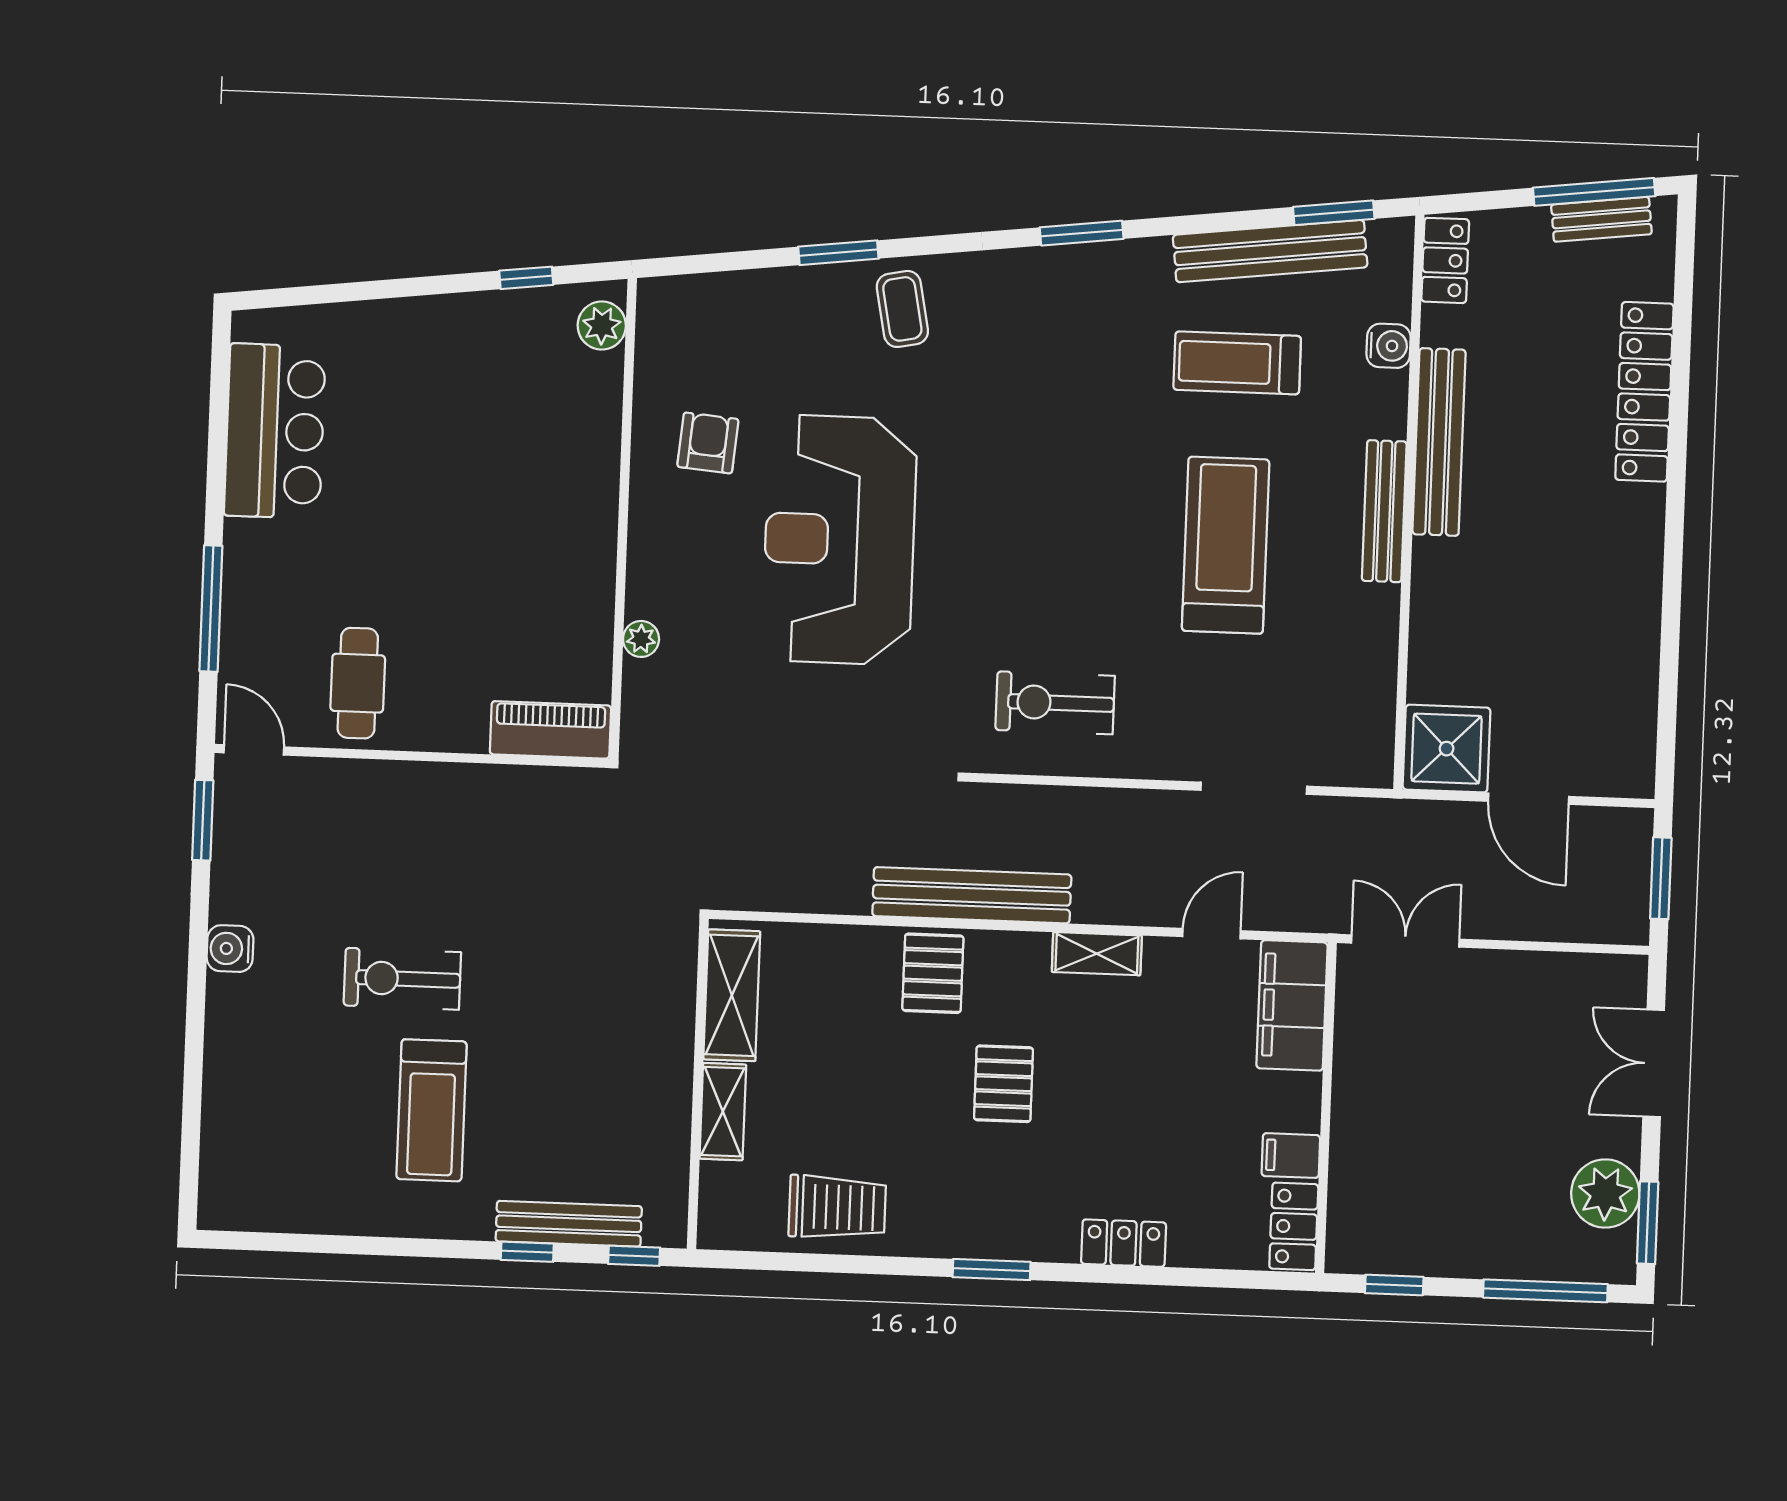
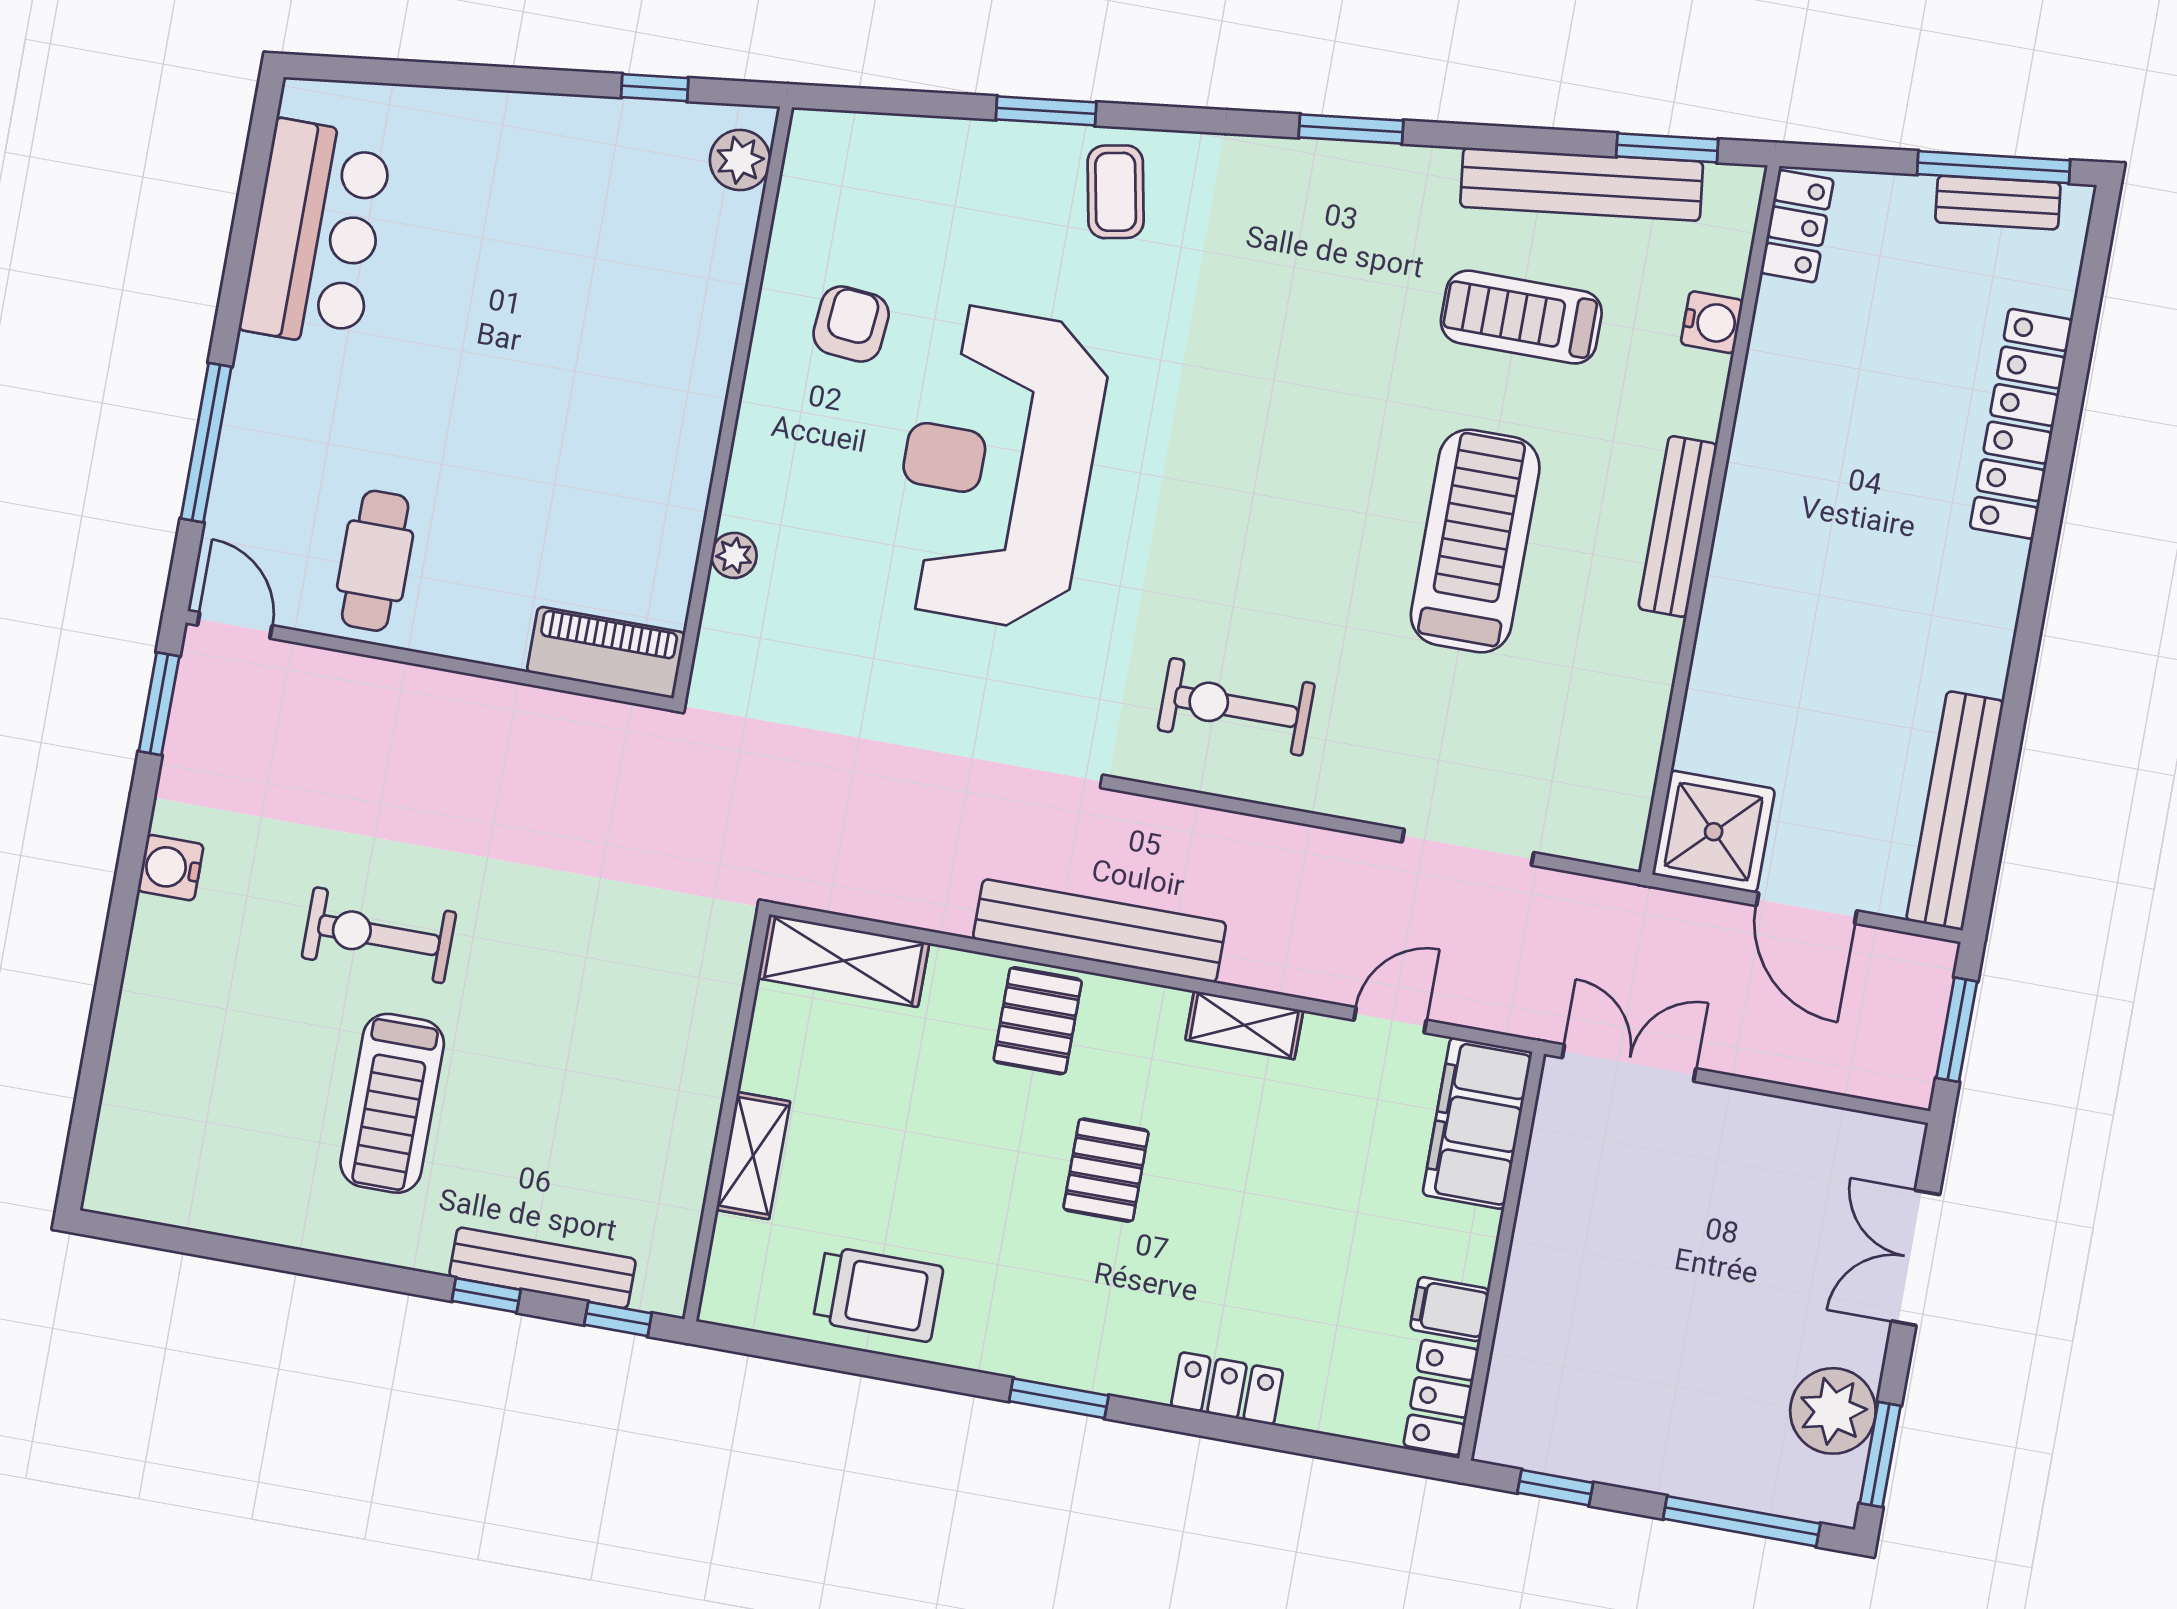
bench: (1439, 442) -> (1955, 811), moved
shelving: (732, 995) -> (844, 961), moved, turned 90

